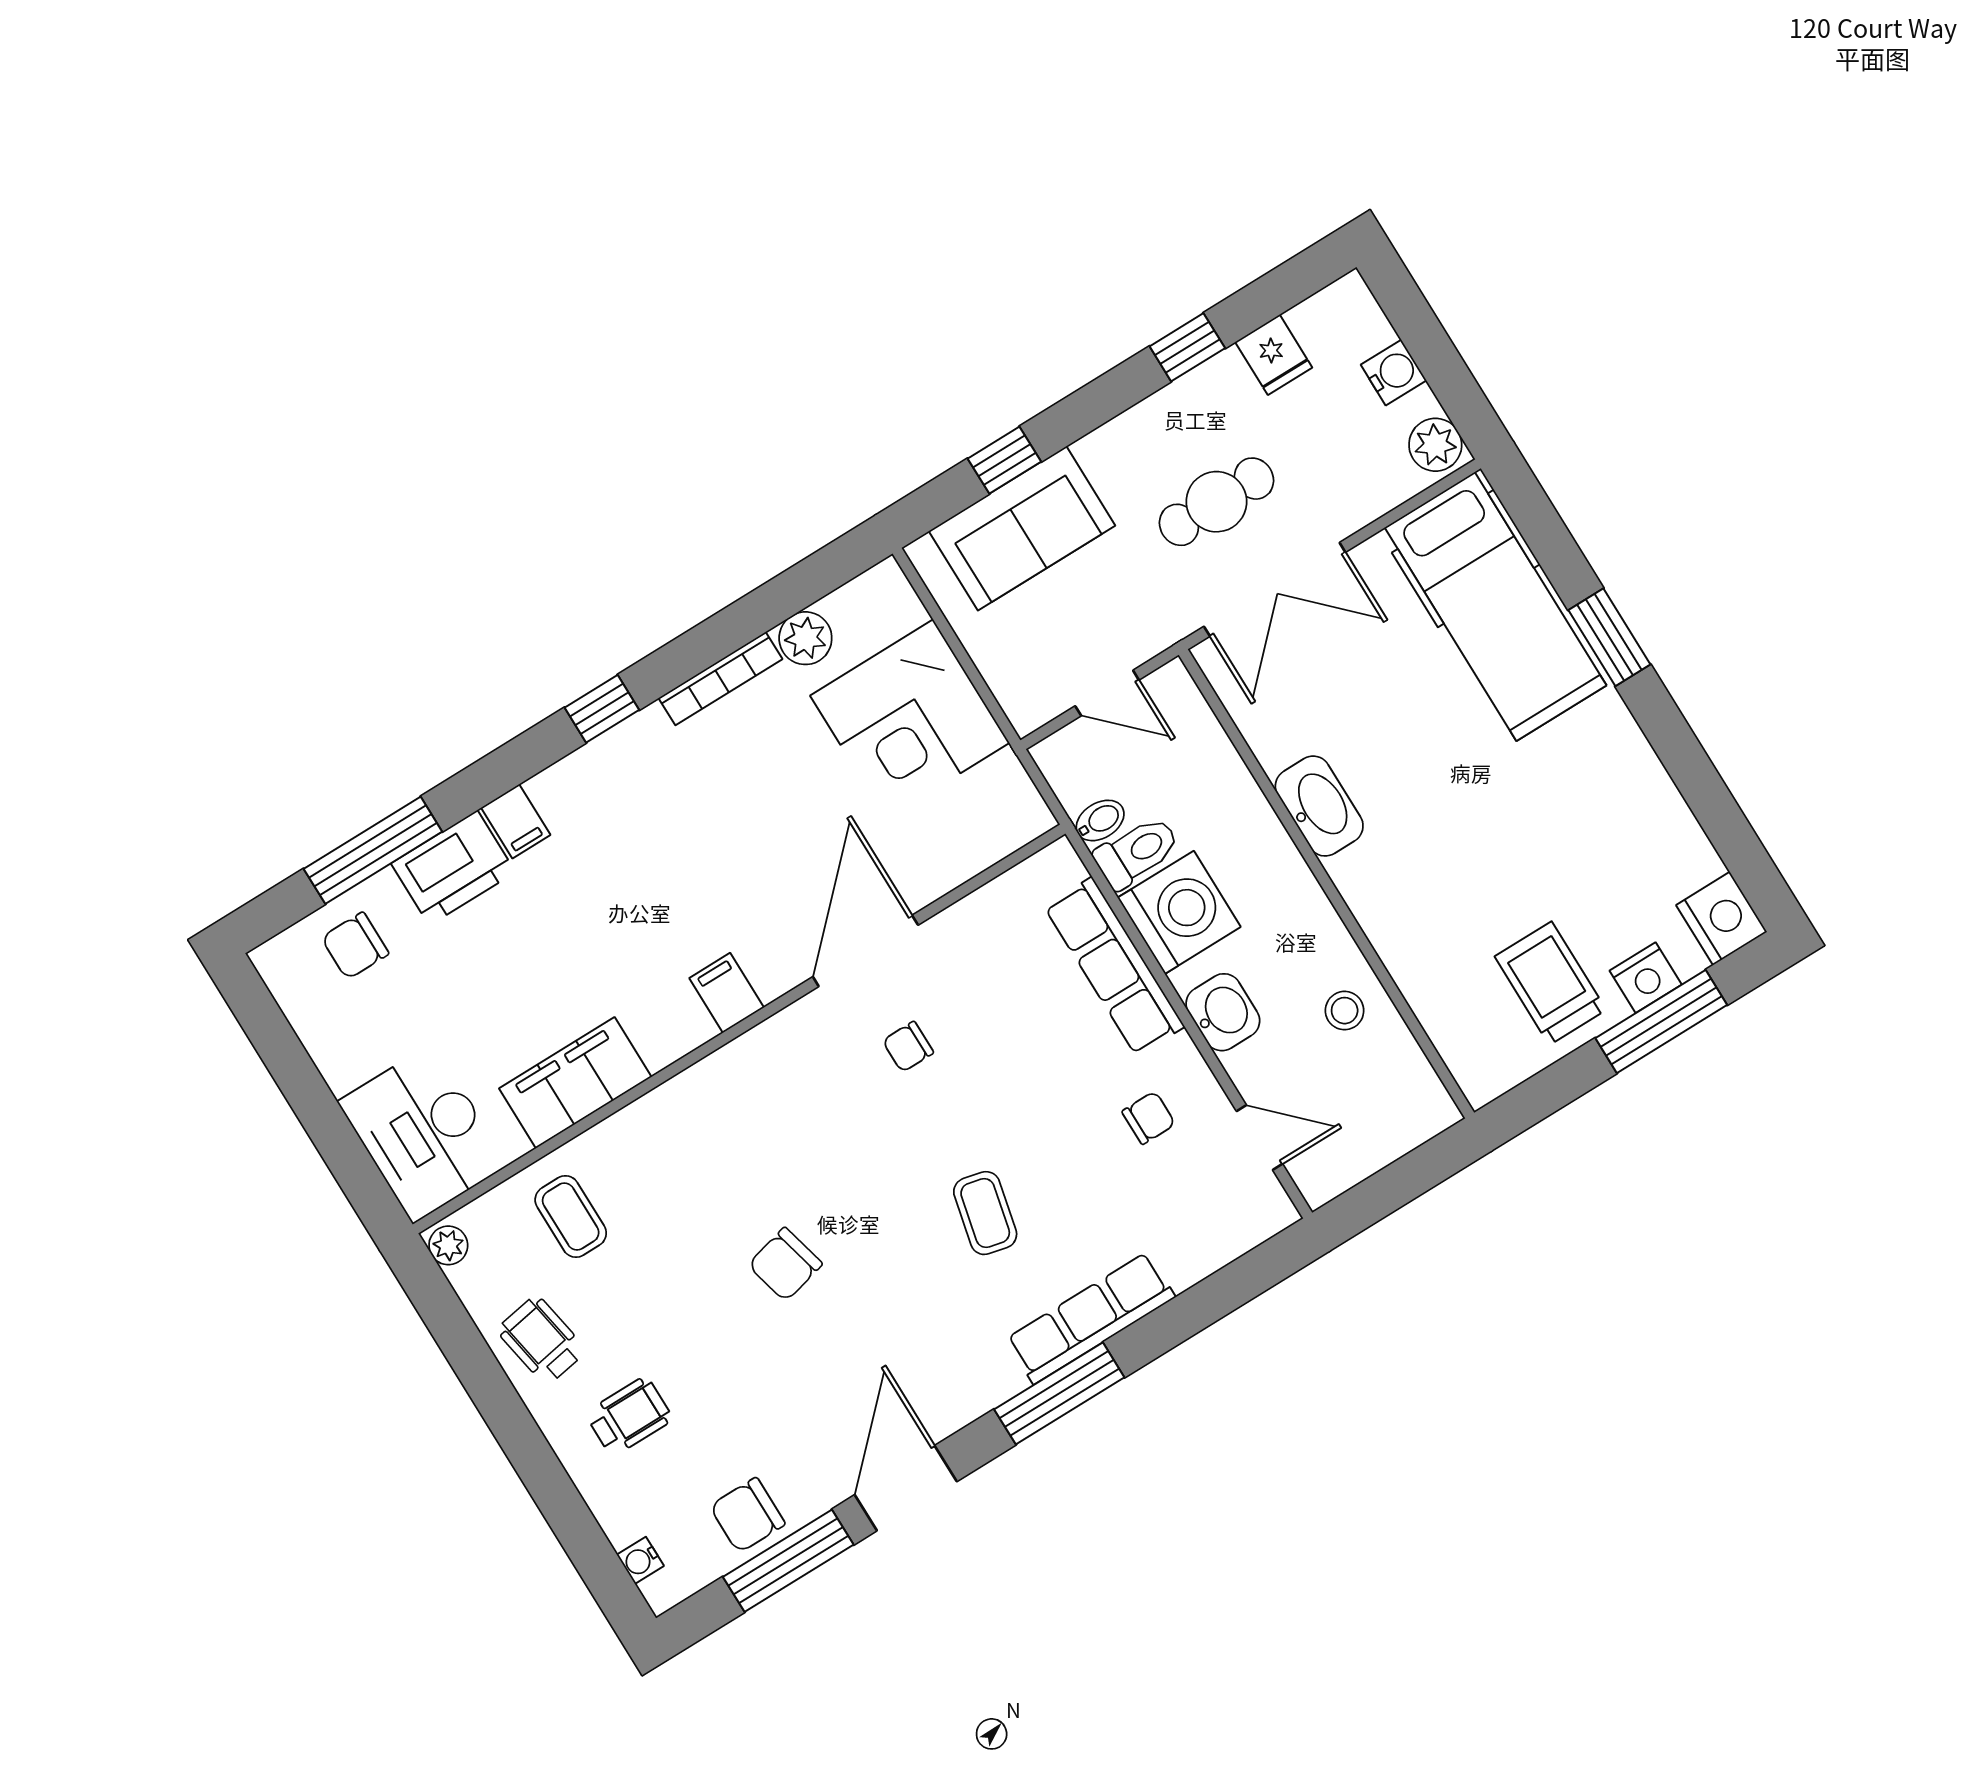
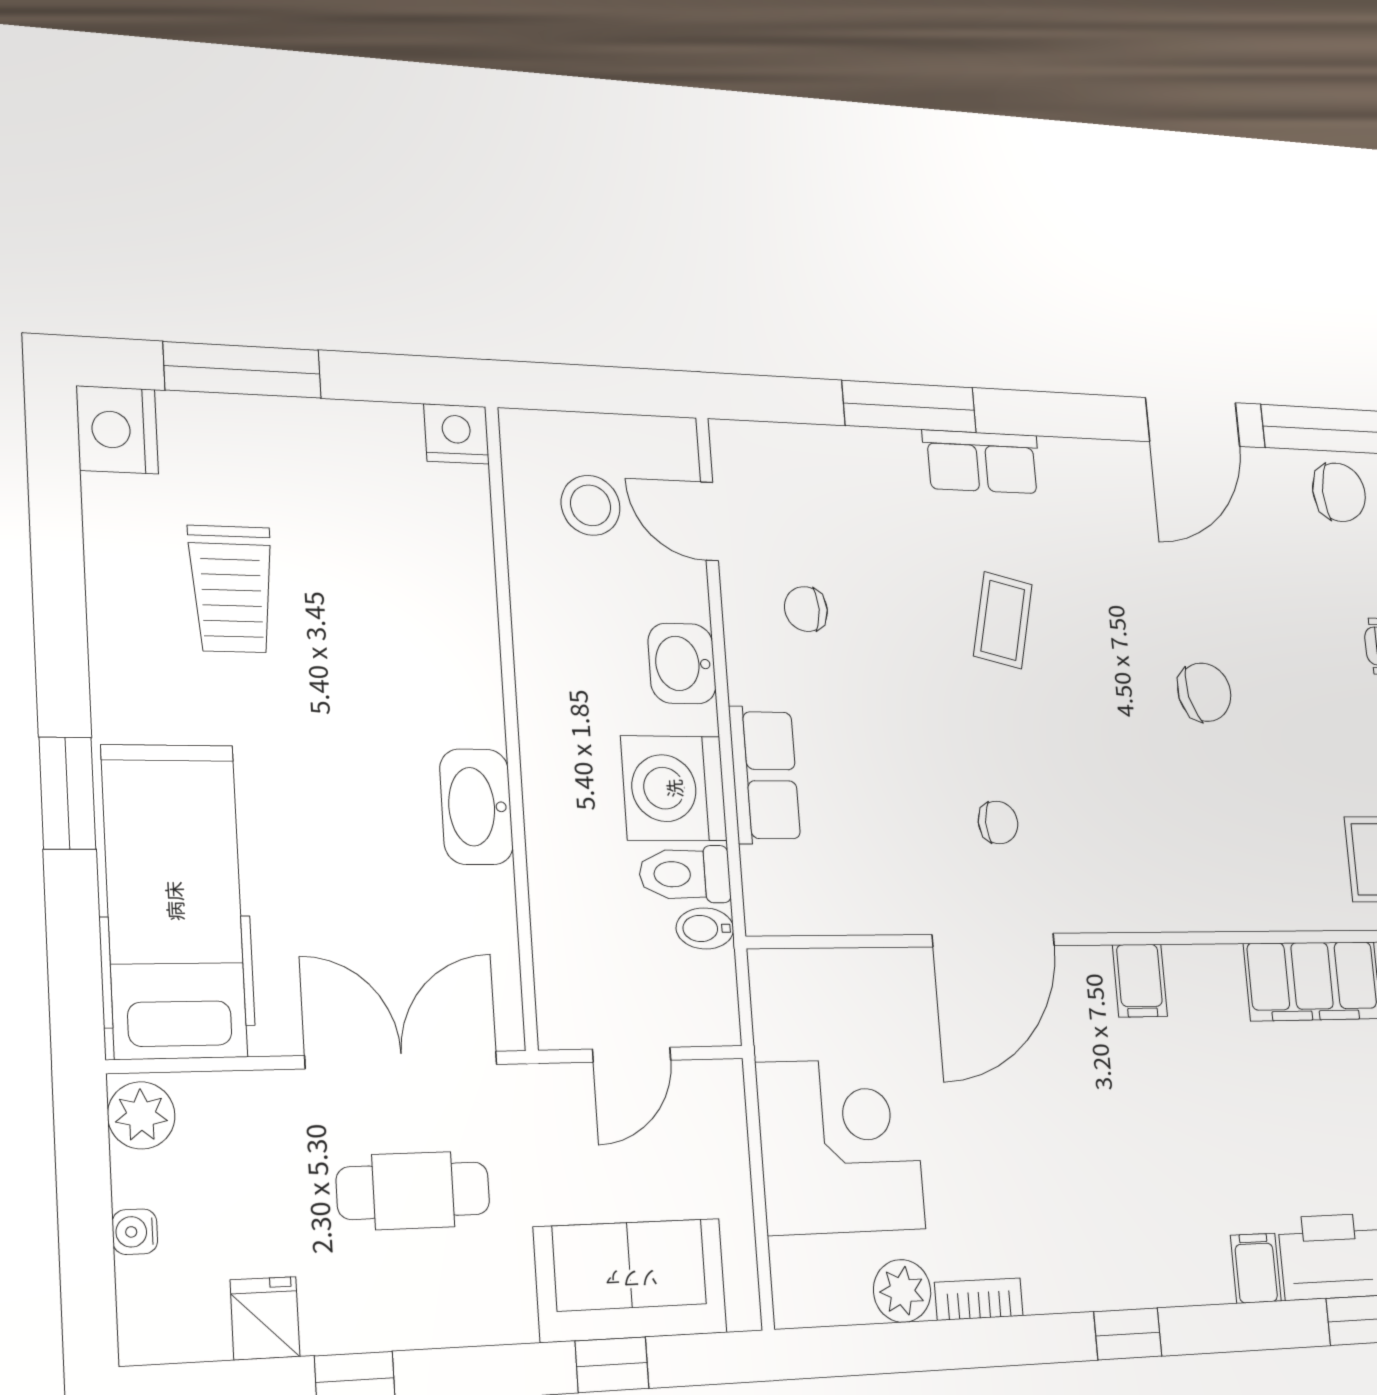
water cooler: (1394, 373) -> (135, 1232), width x0.72, depth x0.72
bookcase: (721, 679) -> (979, 1299), width x0.64
door: (1107, 693) -> (632, 1055), swing flipped
row of seats: (1114, 967) -> (765, 775), width x0.68
nightstand: (1646, 978) -> (456, 434), moved
trolley: (1550, 983) -> (231, 589), moved
stool: (1345, 1011) -> (591, 505), moved, width x1.37, depth x1.37
row of seats: (1091, 1318) -> (982, 462), width x0.68
window: (1059, 1393) -> (909, 407), moved

